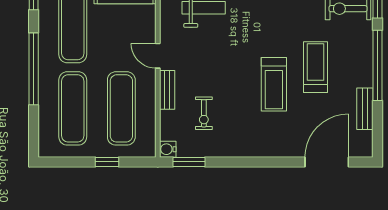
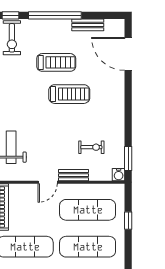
treadmill: (315, 67) -> (56, 62), turned 180

